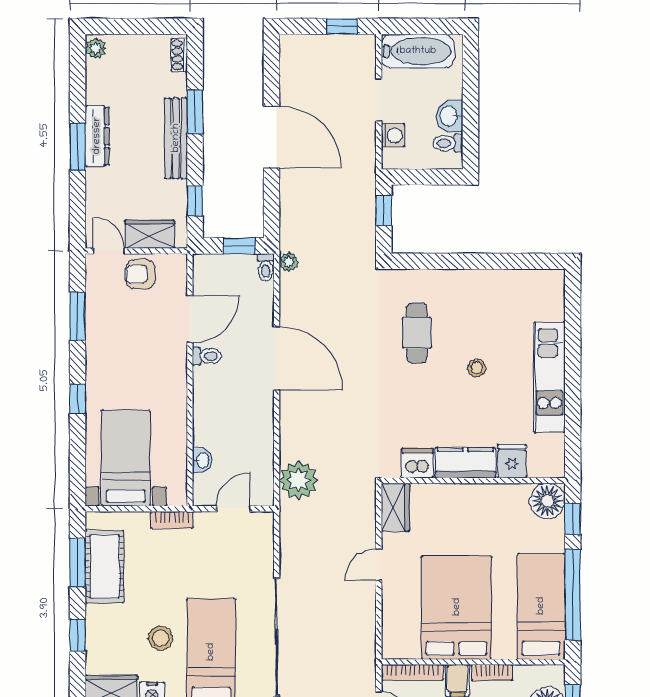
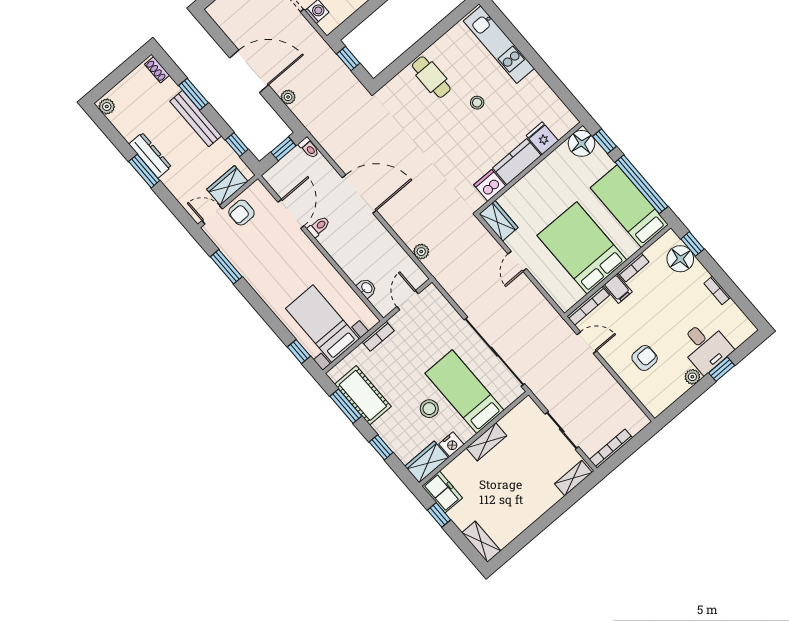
plant: (289, 262) -> (288, 97), moved
cafe table: (417, 333) -> (431, 77), moved
kitchen unit: (549, 377) -> (499, 45), moved
window: (78, 399) -> (299, 352), moved
plant: (299, 480) -> (421, 252), width x0.53, depth x0.53

